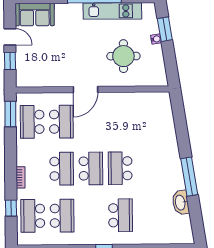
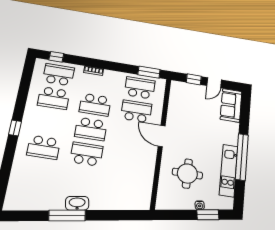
school desk: (61, 122) -> (136, 111), turned 180
washbasin: (181, 203) -> (77, 203), moved
window: (11, 208) -> (56, 57), moved

